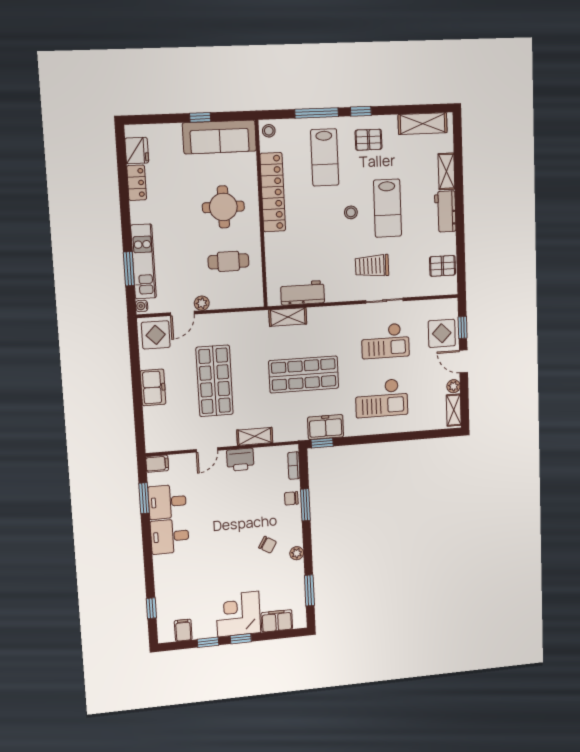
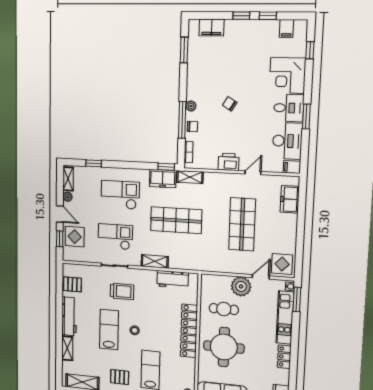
locker: (137, 183) -> (284, 357), moved
locker: (273, 192) -> (189, 331), moved
round table: (223, 207) -> (224, 347), width x1.36, depth x1.36
workbench: (445, 211) -> (69, 316), width x1.38
window: (129, 269) -> (297, 299), moved
plant: (202, 303) -> (241, 286), width x1.88, depth x1.88
shelving: (288, 317) -> (155, 261), moved
freezer: (153, 387) -> (290, 199), moved
window: (420, 435) -> (94, 163), added
shelving: (255, 436) -> (190, 177), moved
window: (144, 498) -> (306, 117), moved
desk: (167, 502) -> (287, 141), width x1.37
window: (305, 505) -> (182, 120), width x1.44
chair: (268, 545) -> (230, 104), moved
plant: (297, 553) -> (191, 106), moved
corner desk: (238, 614) -> (287, 75), moved, turned 90

